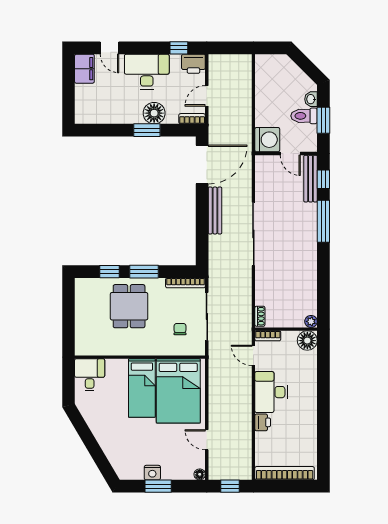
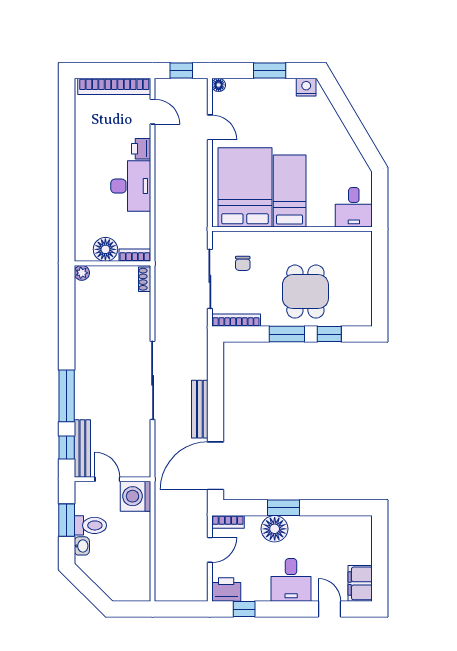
desk: (147, 72) -> (291, 580), width x0.73
floor lamp: (307, 341) -> (105, 249), moved
door: (253, 355) -> (153, 112), moved
nightstand: (152, 473) -> (306, 87), moved

